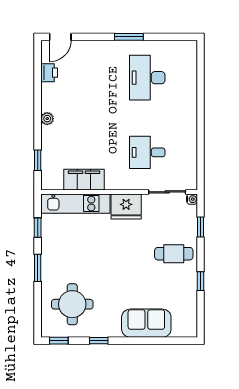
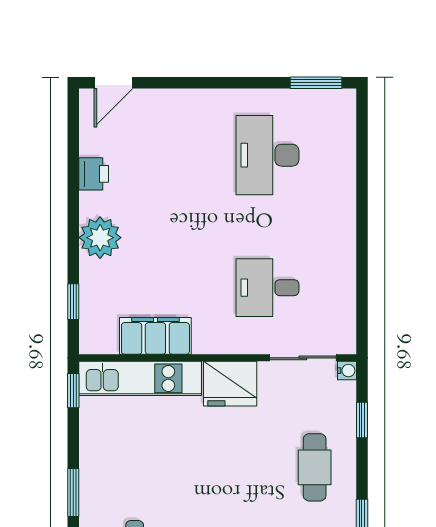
window: (129, 37) -> (316, 83), moved
printer: (49, 73) -> (94, 174), moved
plant: (47, 119) -> (100, 238), width x1.88, depth x1.88
window: (38, 228) -> (73, 391), moved
cafe table: (174, 254) -> (315, 467), turned 90

